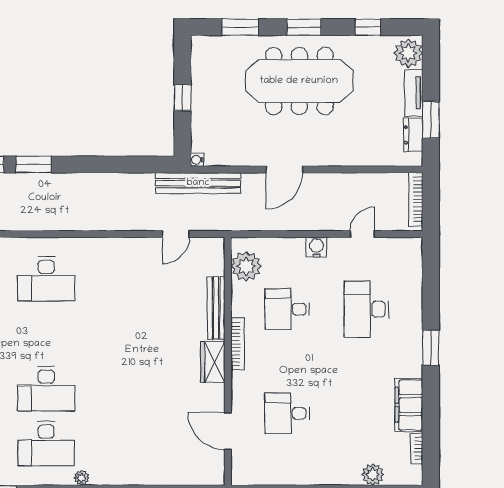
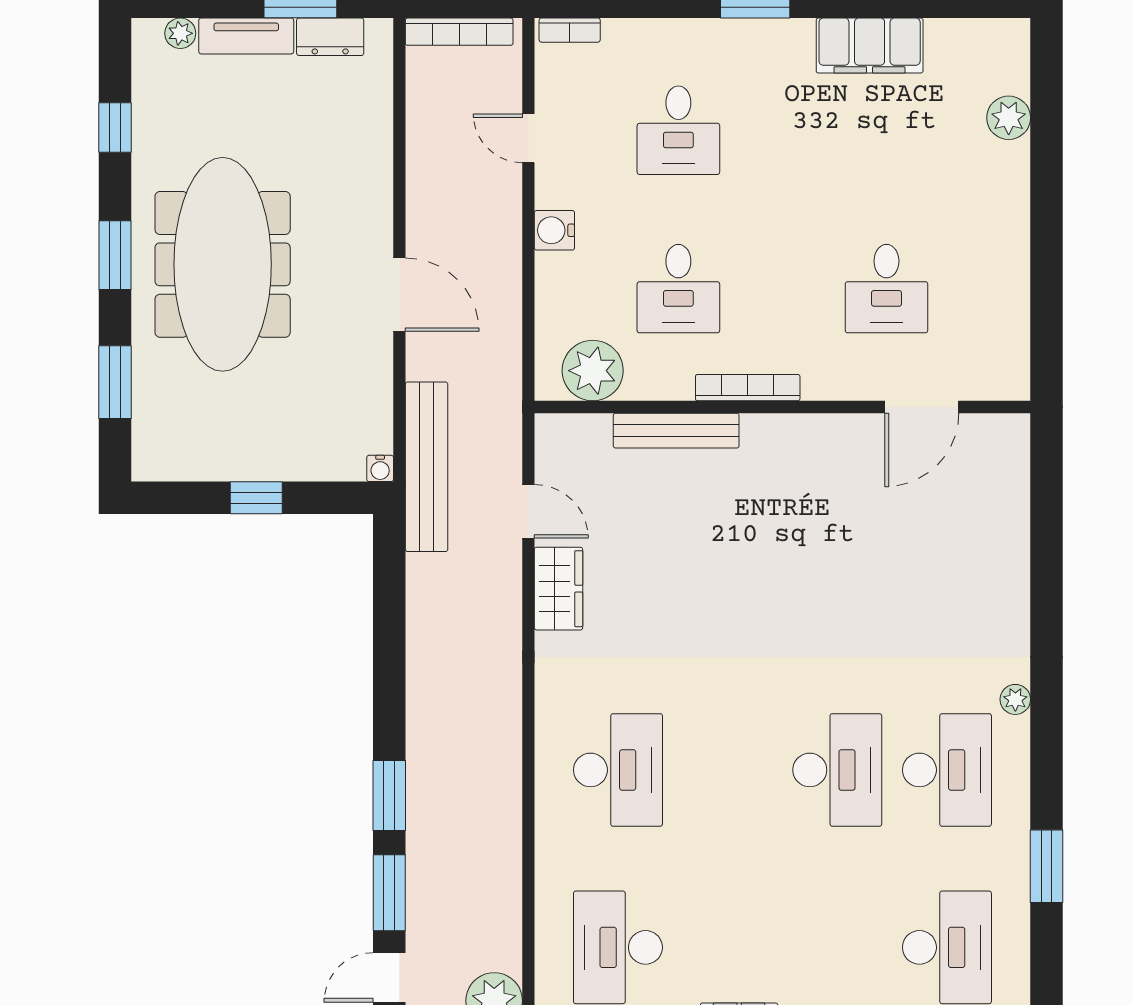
plant: (408, 53) -> (180, 33), width x0.53, depth x0.53
desk: (366, 309) -> (678, 130), width x0.73
wardrobe: (213, 362) -> (558, 589), moved, turned -90
bookcase: (417, 448) -> (570, 30), moved

